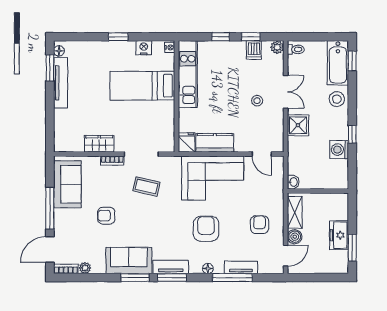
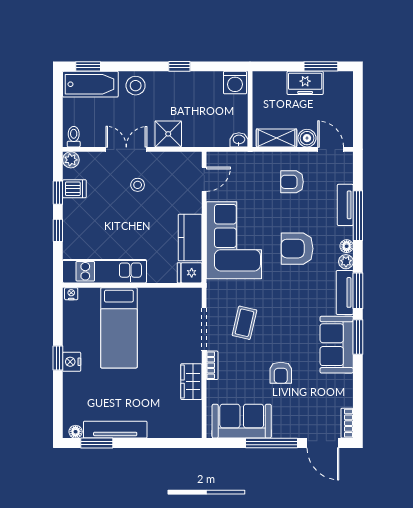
nightstand: (144, 48) -> (72, 362), moved
washing machine: (339, 150) -> (235, 83), moved
plant: (85, 268) -> (346, 262), moved

